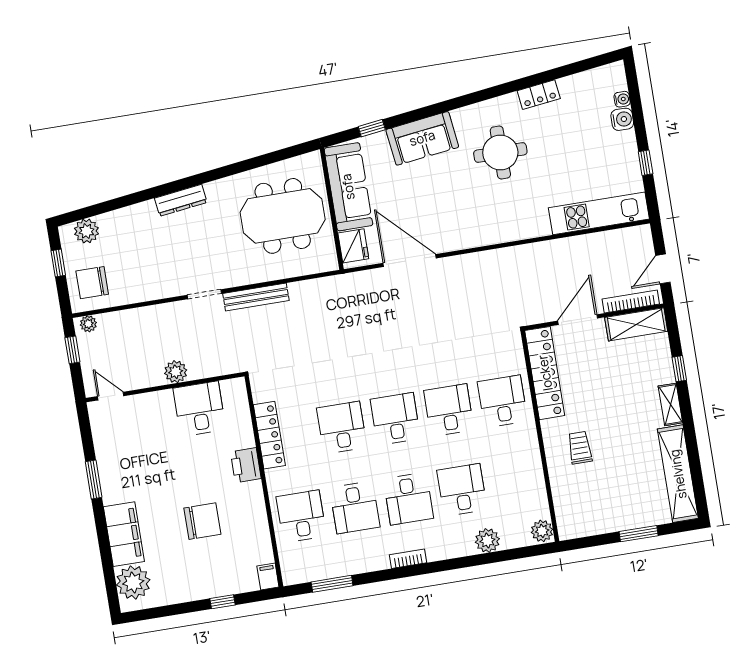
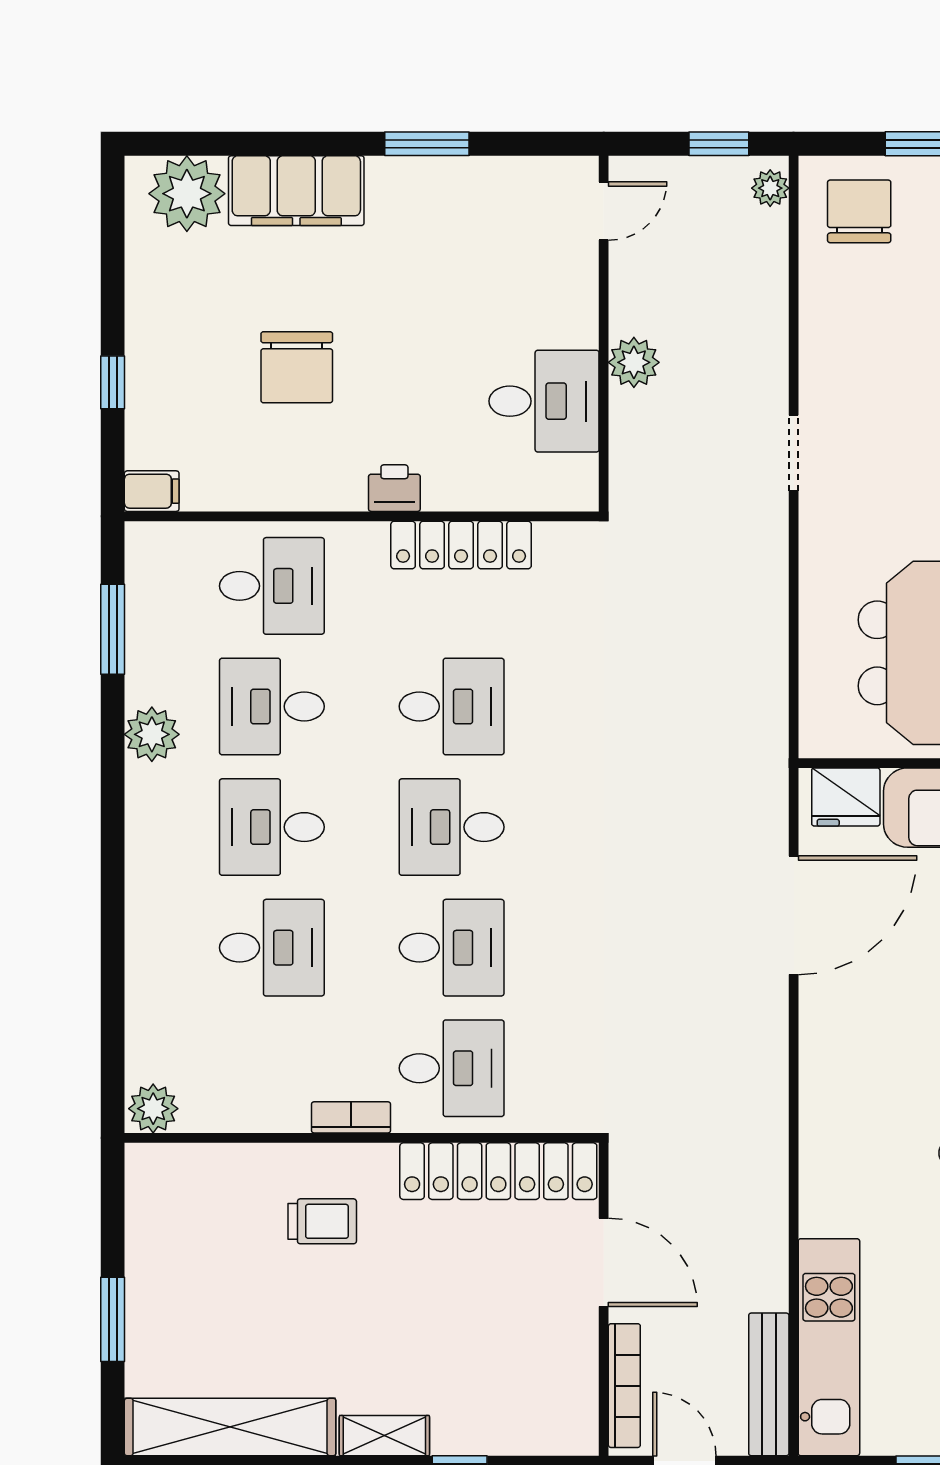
bench: (256, 297) -> (769, 1384), moved
shelving: (636, 324) -> (572, 1389), removed
desk: (395, 419) -> (452, 827), turned 180
printer: (246, 465) -> (394, 488), width x0.73, depth x0.81
plant: (487, 540) -> (152, 734), moved
bookcase: (408, 559) -> (351, 1117), moved, turned -90

